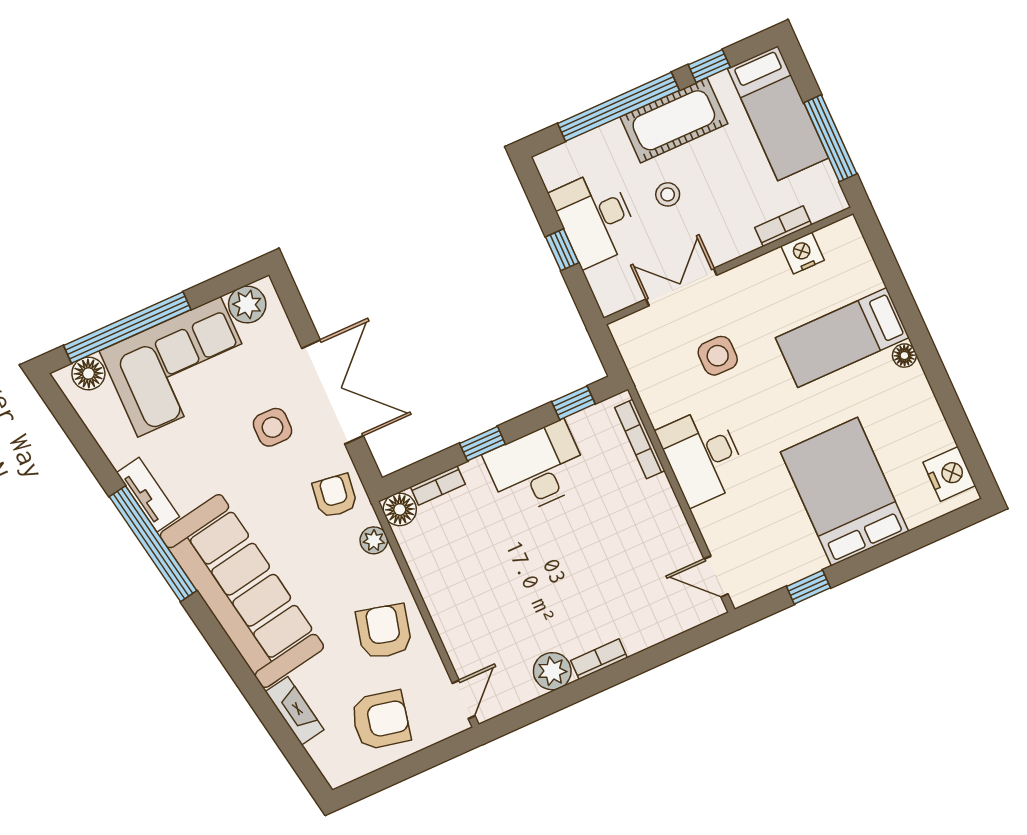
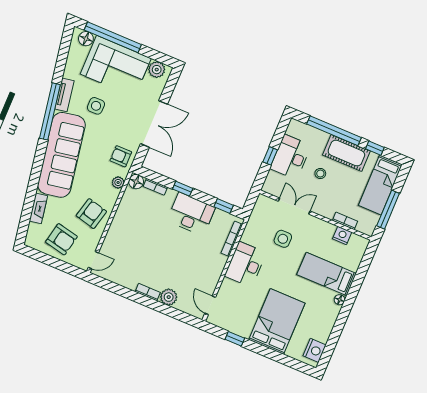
side table: (273, 427) -> (96, 106), moved
armchair: (335, 496) -> (121, 156), turned -98
plant: (552, 671) -> (169, 297), moved

